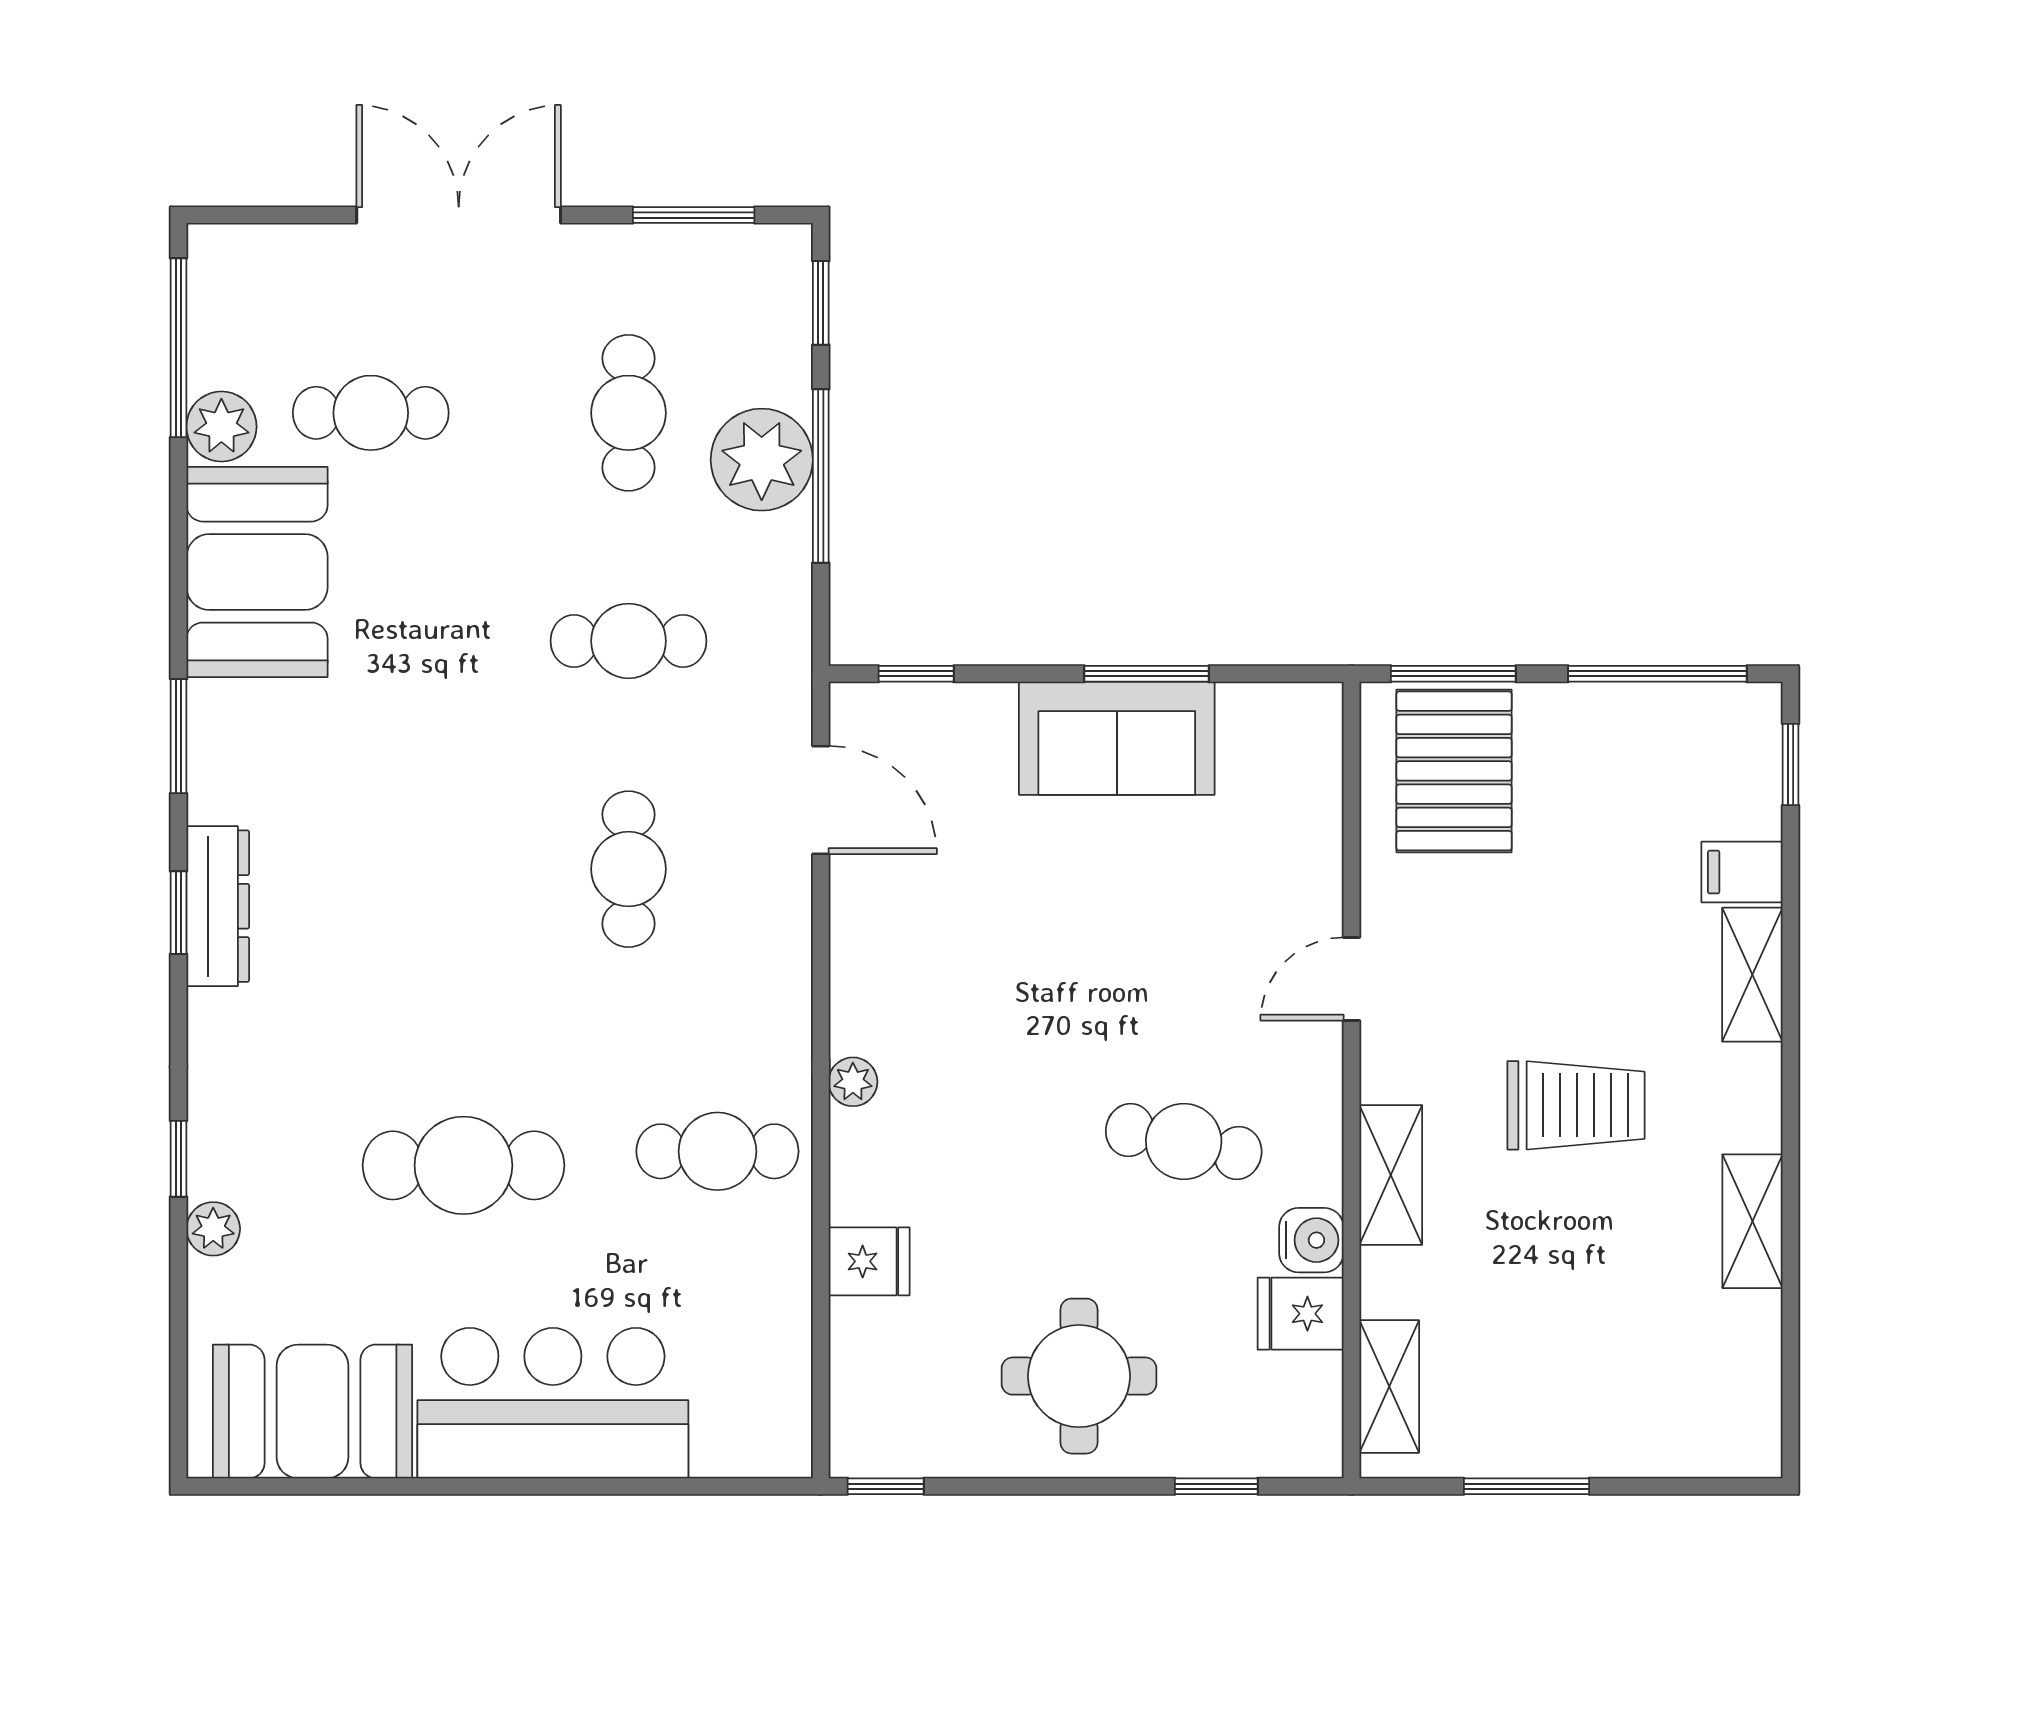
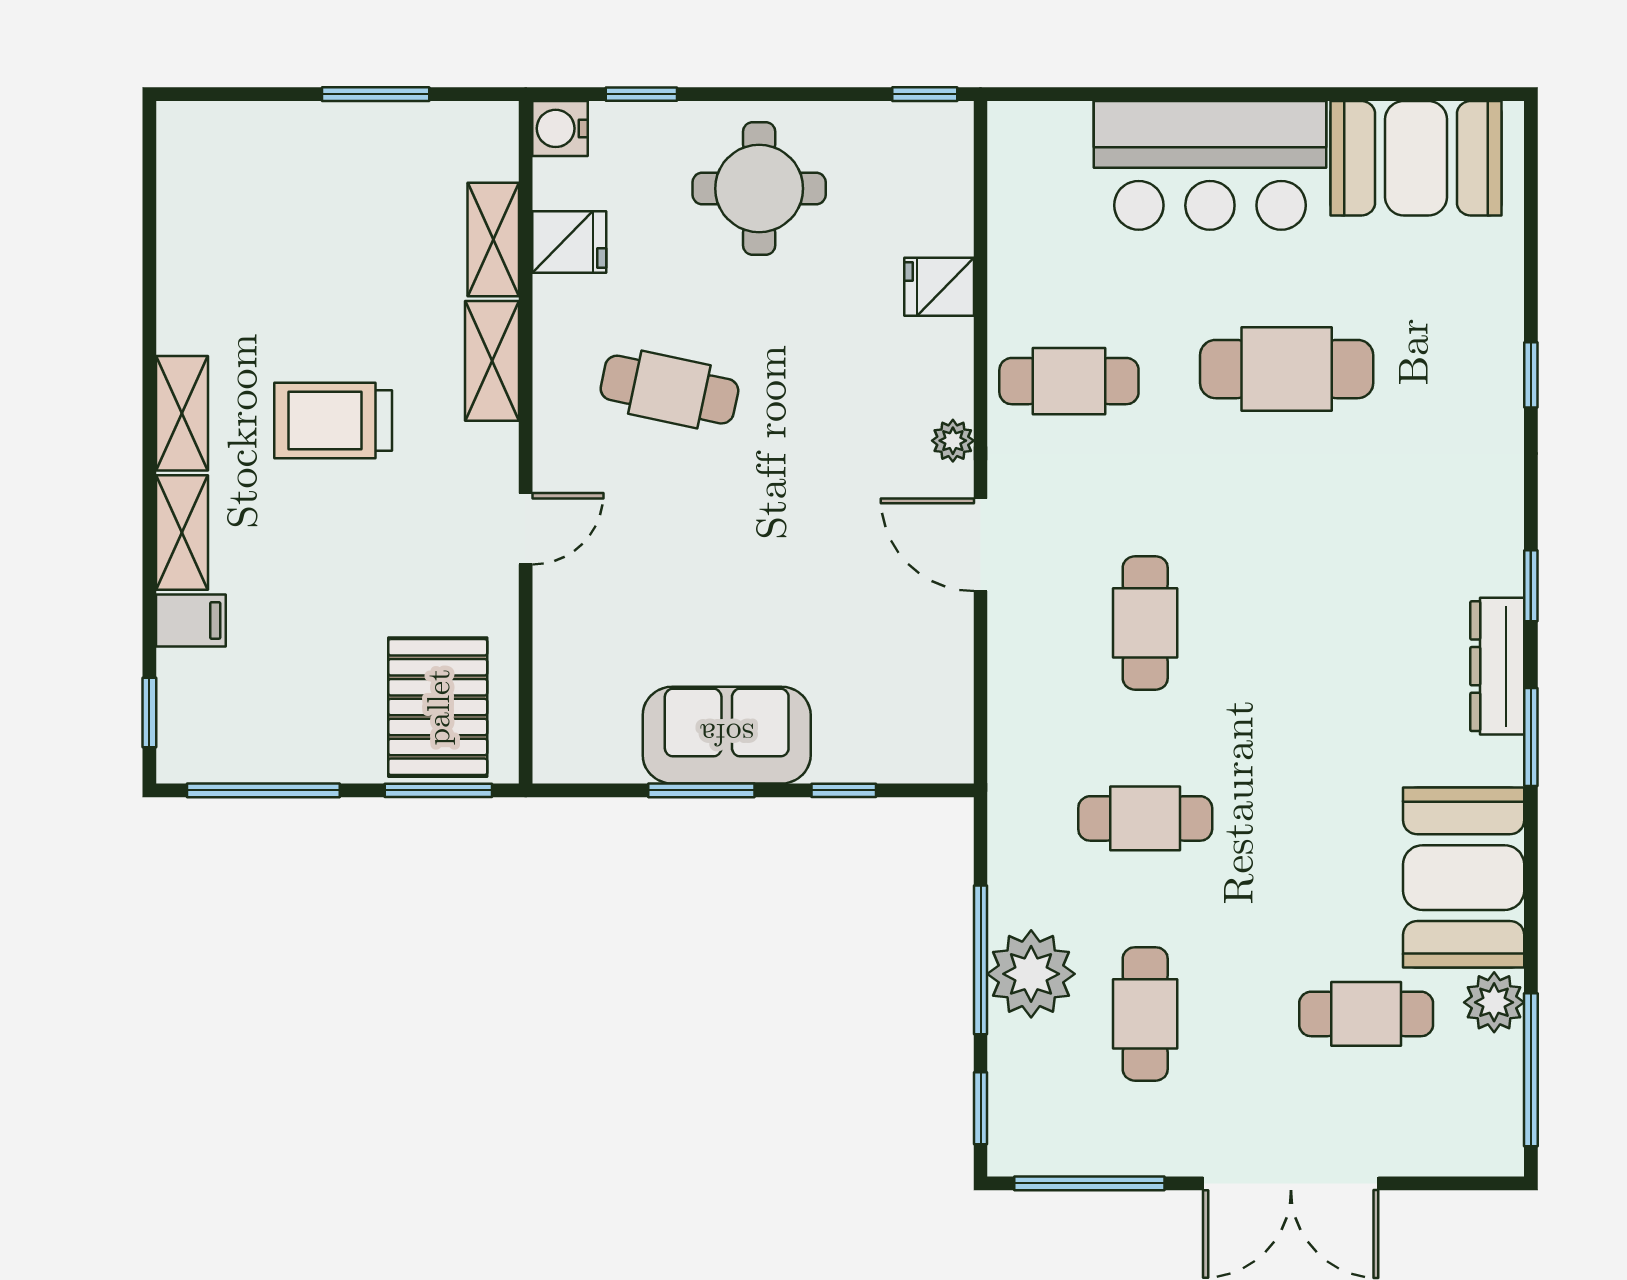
window: (694, 215) -> (1089, 1183), width x1.44
window: (916, 674) -> (844, 790), moved
door: (821, 800) -> (981, 545), moved
dresser: (218, 906) -> (1497, 666), moved
shelving: (1752, 1221) -> (182, 413), moved
plant: (213, 1229) -> (1501, 315), removed
water cooler: (1311, 1240) -> (560, 128), moved
shelving: (1389, 1387) -> (493, 239), moved

